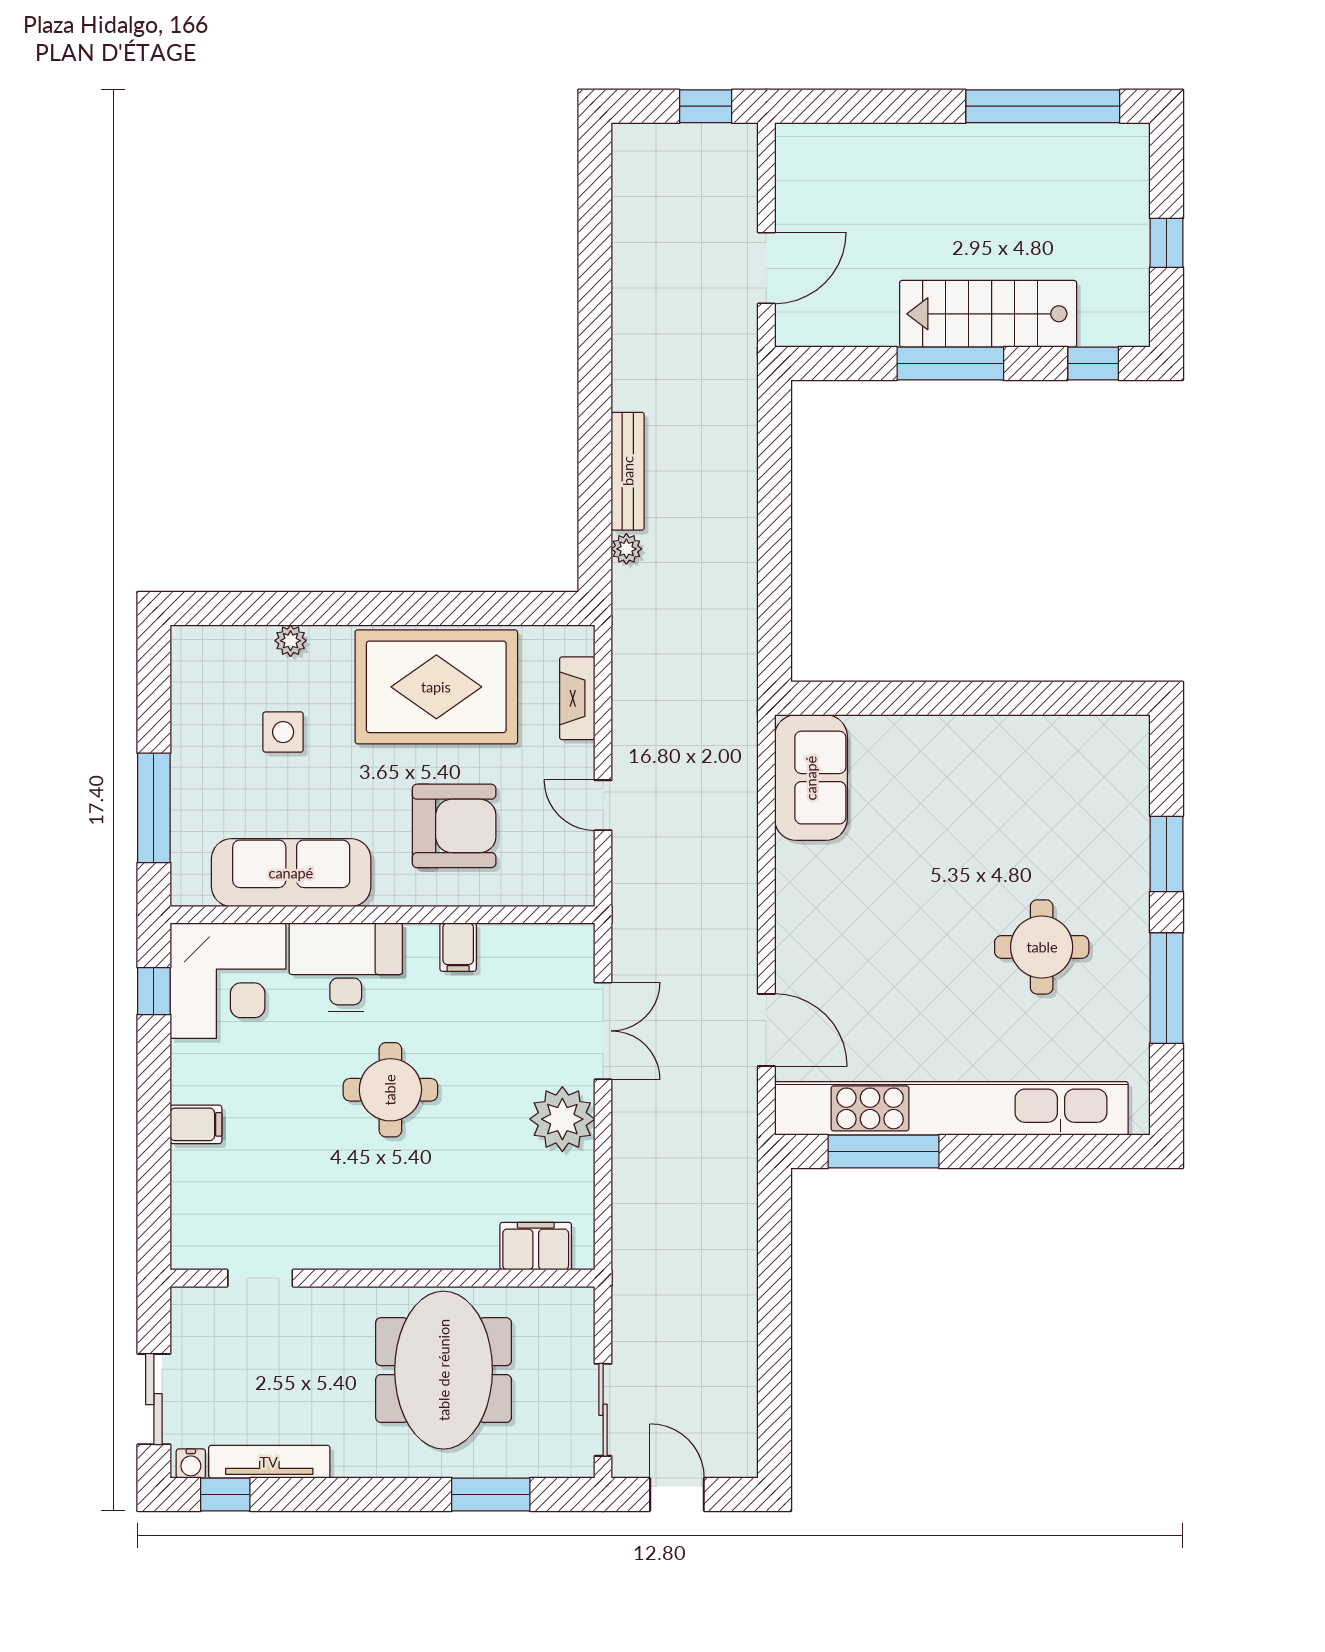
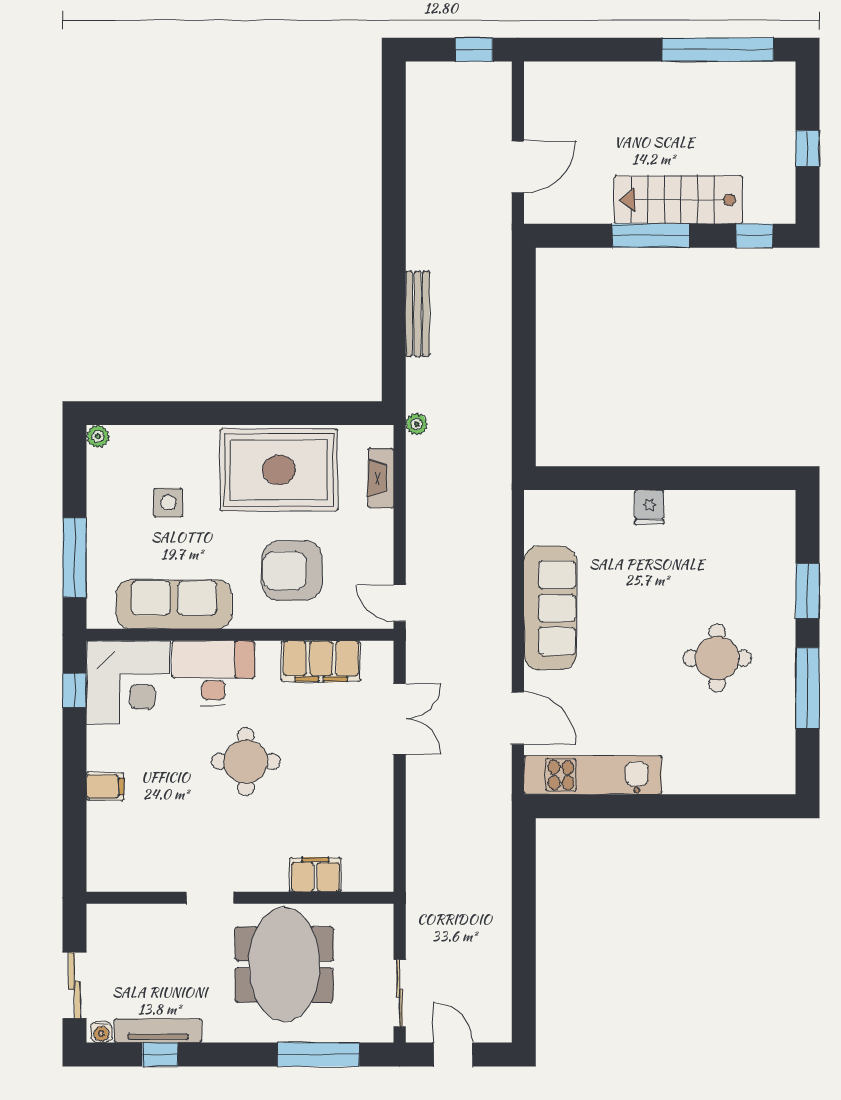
plant: (626, 549) -> (417, 424), moved
plant: (291, 641) -> (98, 436), moved
fridge: (948, 739) -> (649, 507), added
sofa: (811, 778) -> (550, 608), moved, width x1.36
door: (603, 805) -> (400, 603), moved
armchair: (454, 826) -> (292, 571), turned 180
filing cabinet: (458, 947) -> (321, 661), width x3.00, depth x1.17
kitchen unit: (951, 1108) -> (593, 775), width x0.54
plant: (562, 1119) -> (370, 783), removed
window: (883, 1152) -> (603, 806), removed
filing cabinet: (536, 1246) -> (315, 875), moved
doorway: (260, 1278) -> (210, 898), moved
window: (225, 1495) -> (160, 1054), moved
window: (491, 1495) -> (318, 1054), width x1.44

